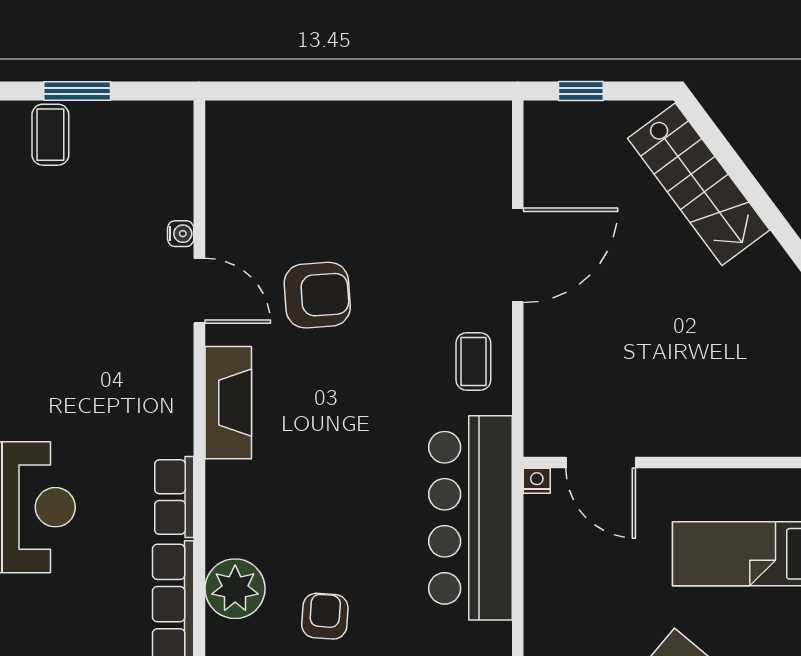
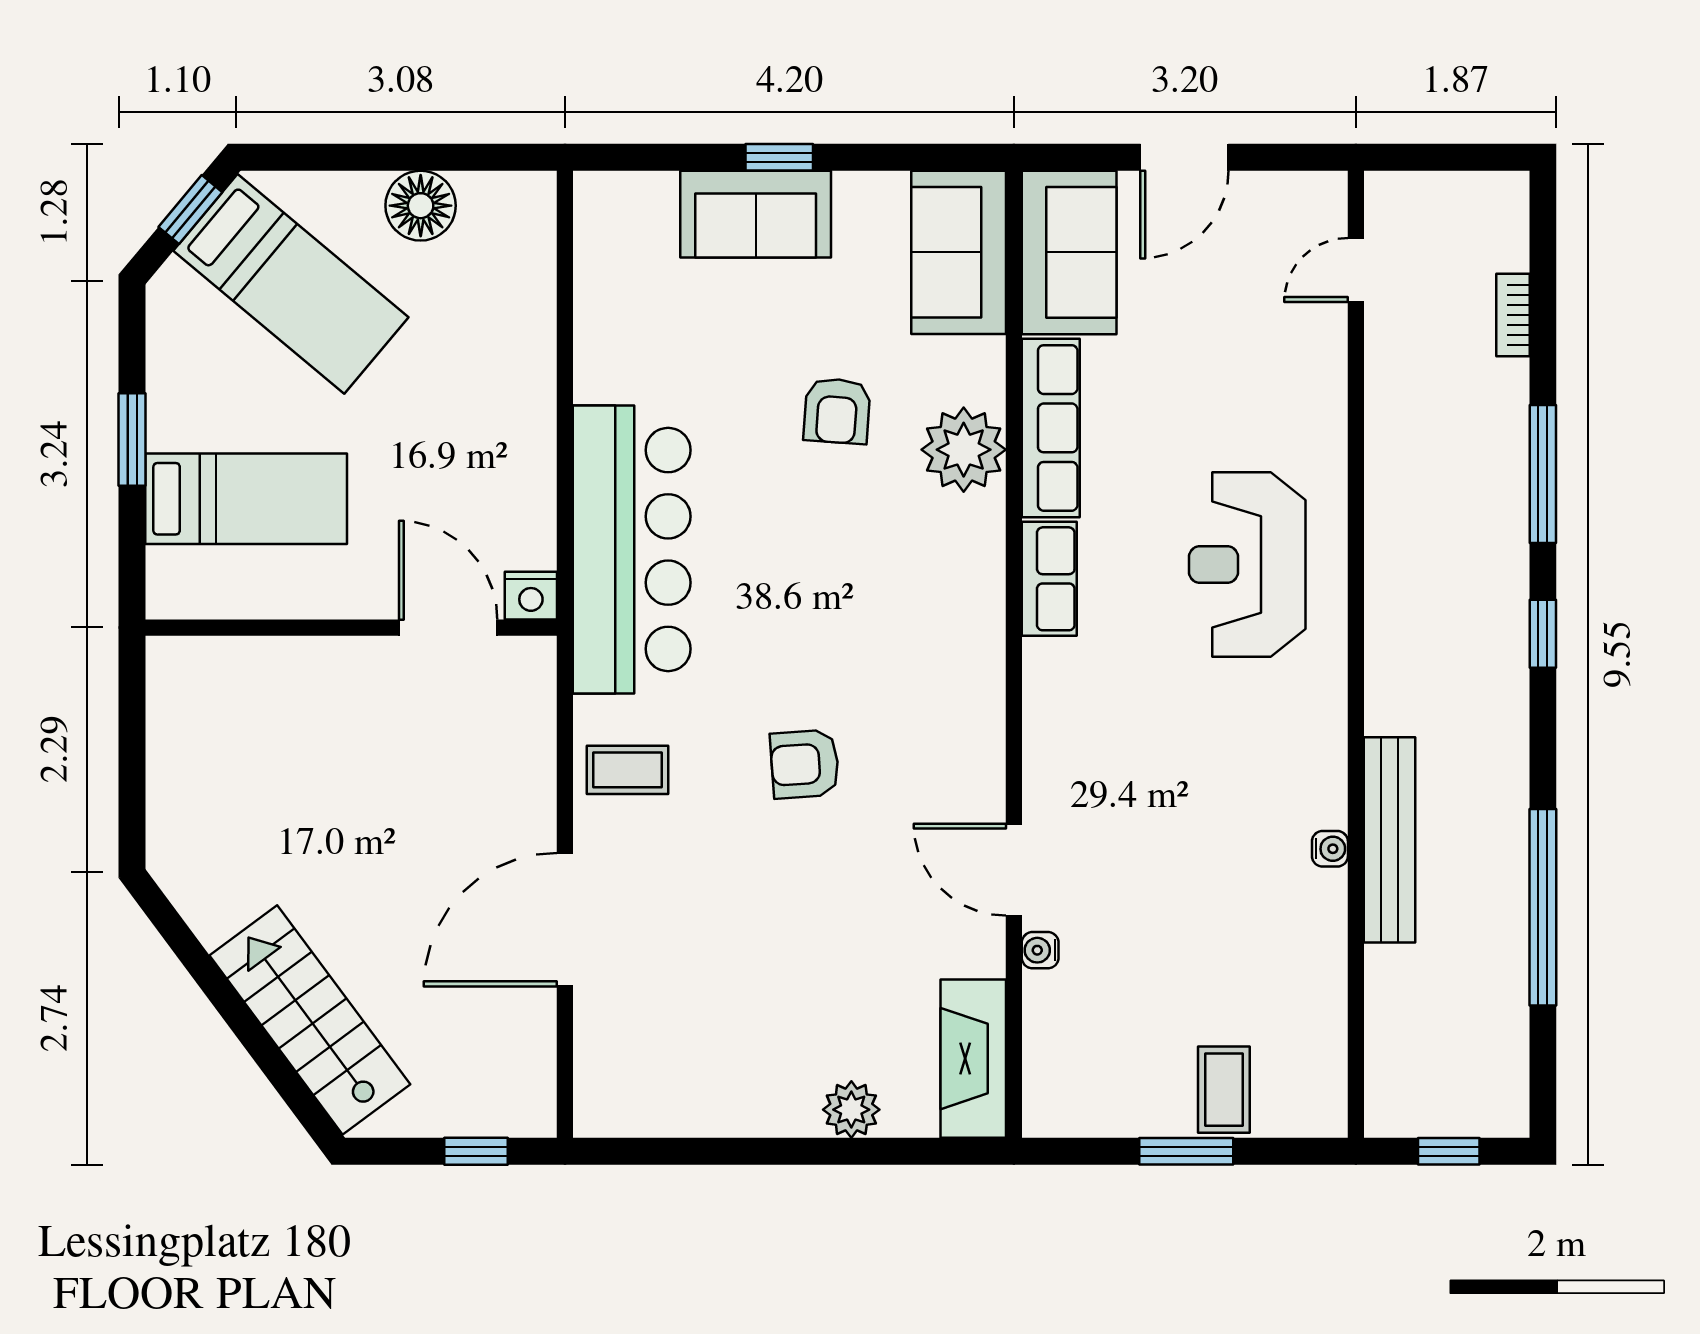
plant: (315, 121) -> (851, 1110), added
armchair: (317, 295) -> (805, 764), moved, width x0.72, depth x0.72
coffee table: (473, 361) -> (628, 770), turned 90
fireplace: (228, 403) -> (973, 1059), moved
nightstand: (537, 481) -> (531, 596), width x1.39, depth x1.35

